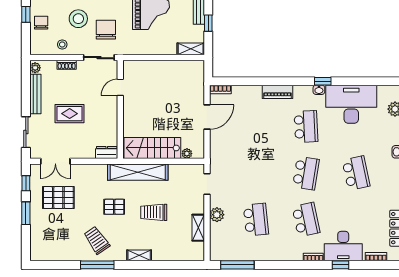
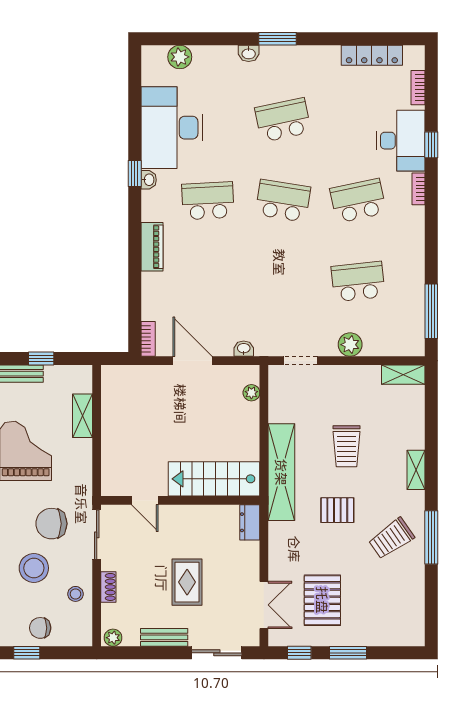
shelving: (191, 49) -> (83, 416), moved
bench: (35, 94) -> (164, 637), width x0.73
stairs: (152, 148) -> (214, 479), moved, turned 90
washbasin: (214, 149) -> (244, 349), added
pallet: (114, 207) -> (337, 510), turned 90
shelving: (198, 228) -> (403, 375), moved

